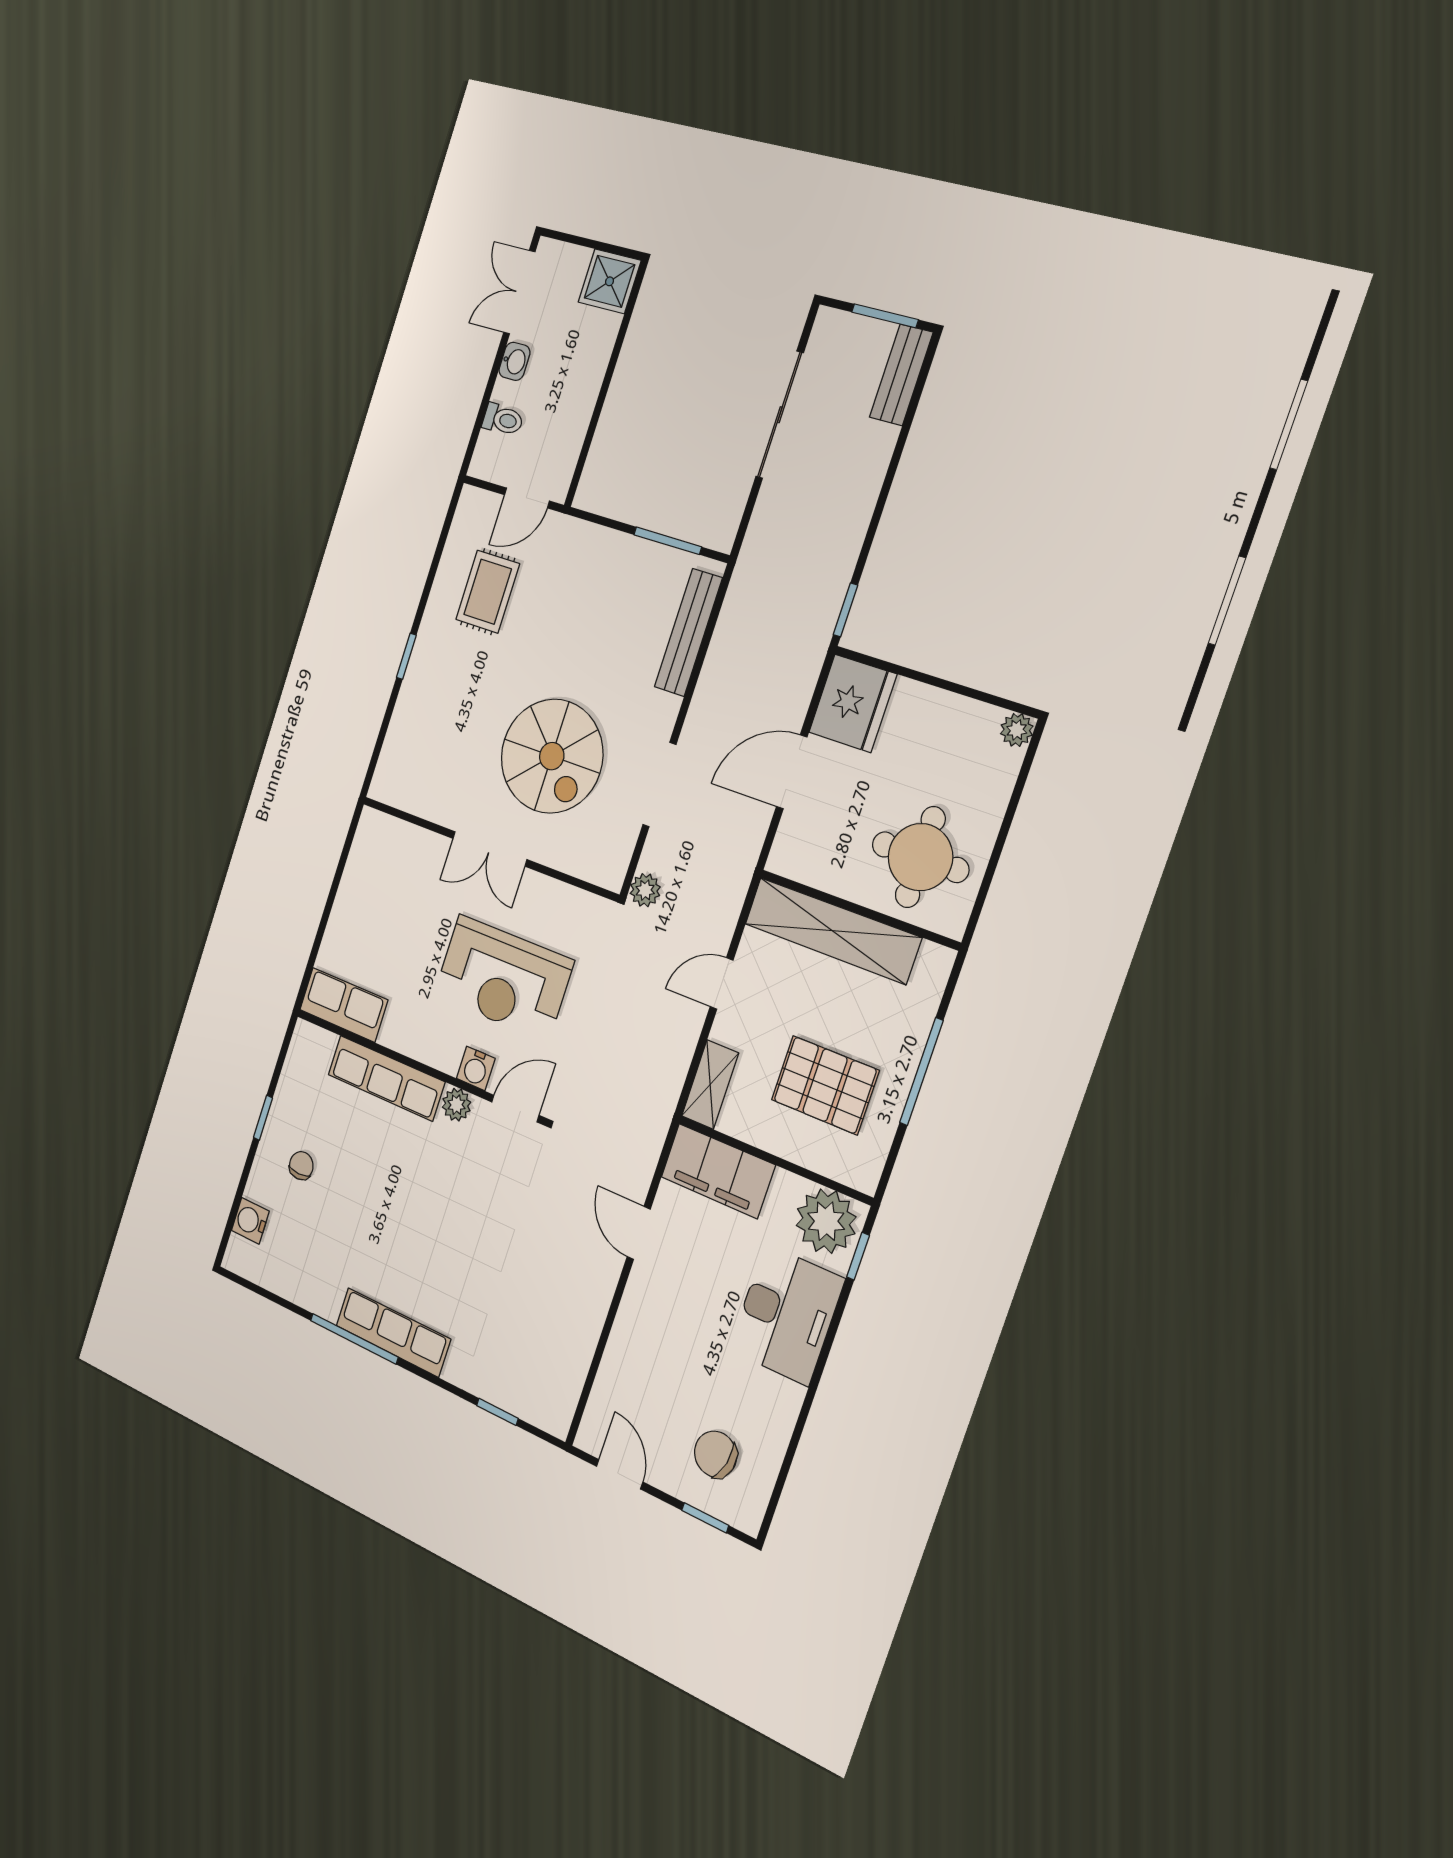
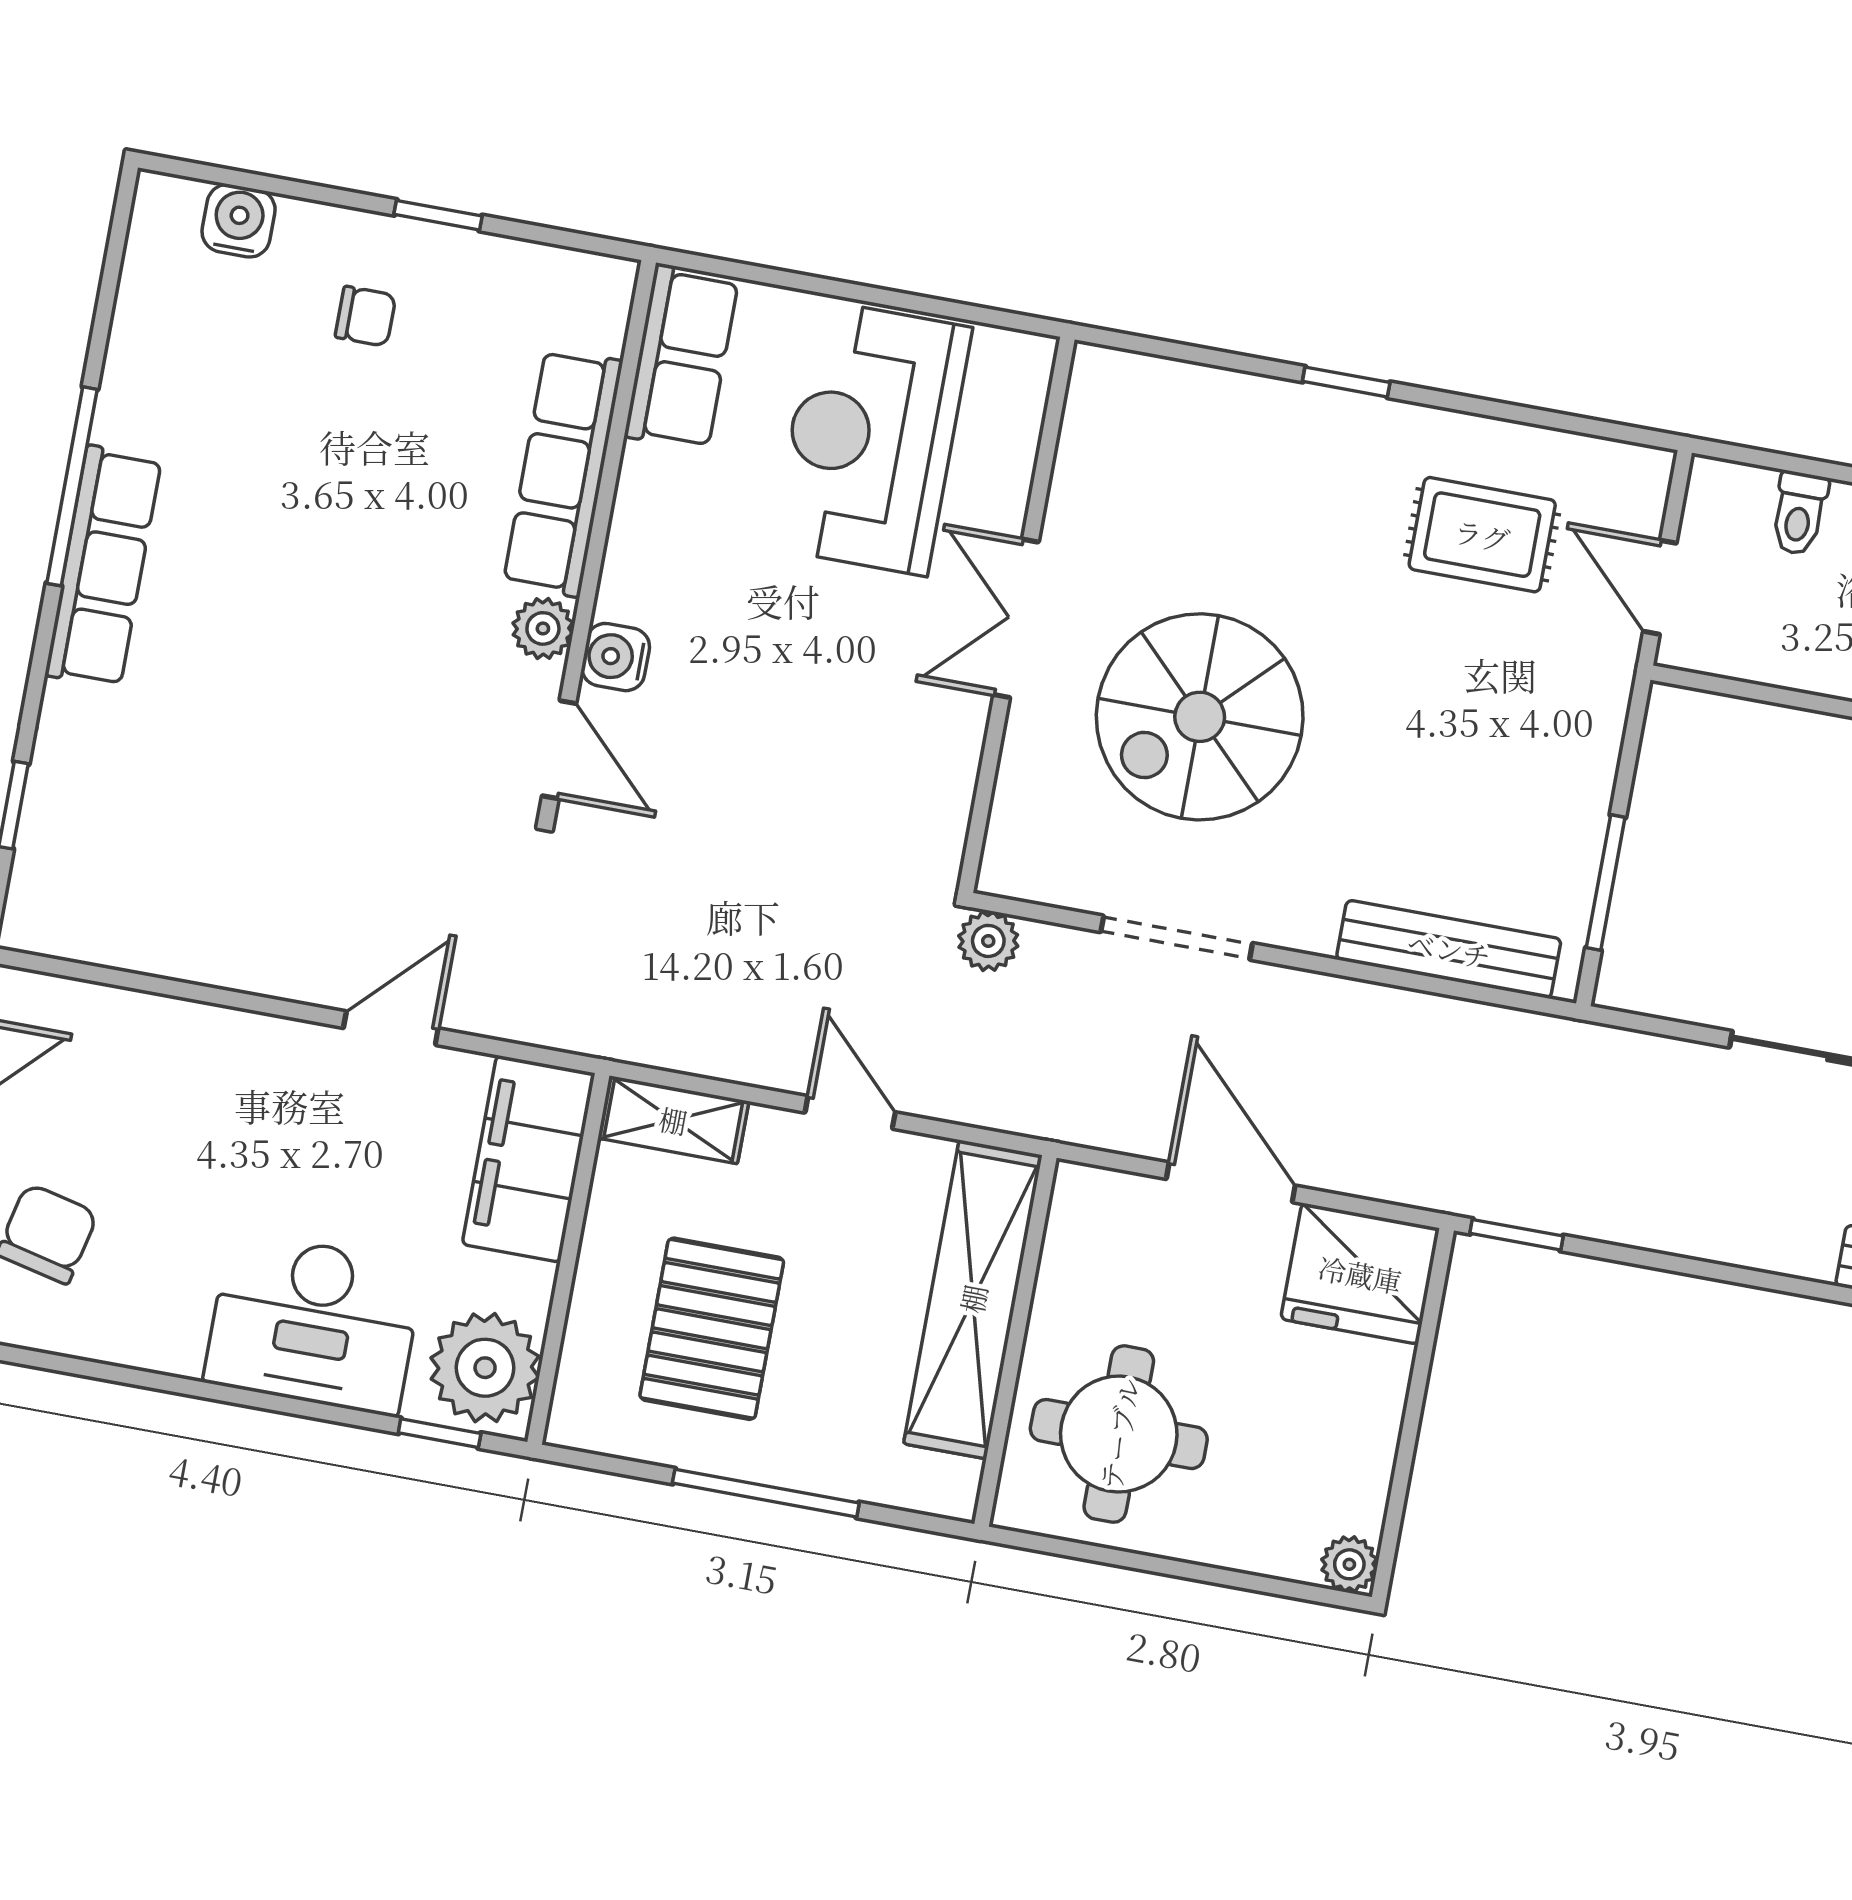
reception desk: (503, 978) -> (871, 438), moved

